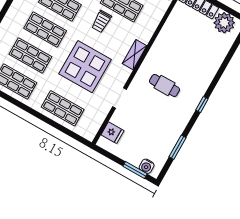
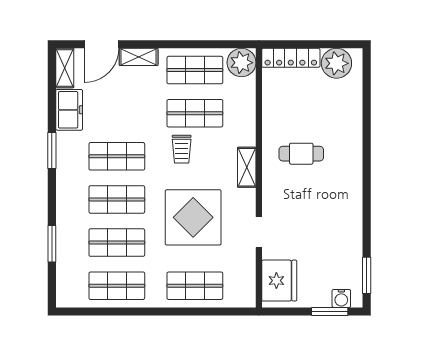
cafe table: (164, 85) -> (301, 154), moved
window: (202, 105) -> (367, 182), removed
fridge: (113, 133) -> (279, 281), width x1.88, depth x1.34
window: (178, 147) -> (367, 275), moved

